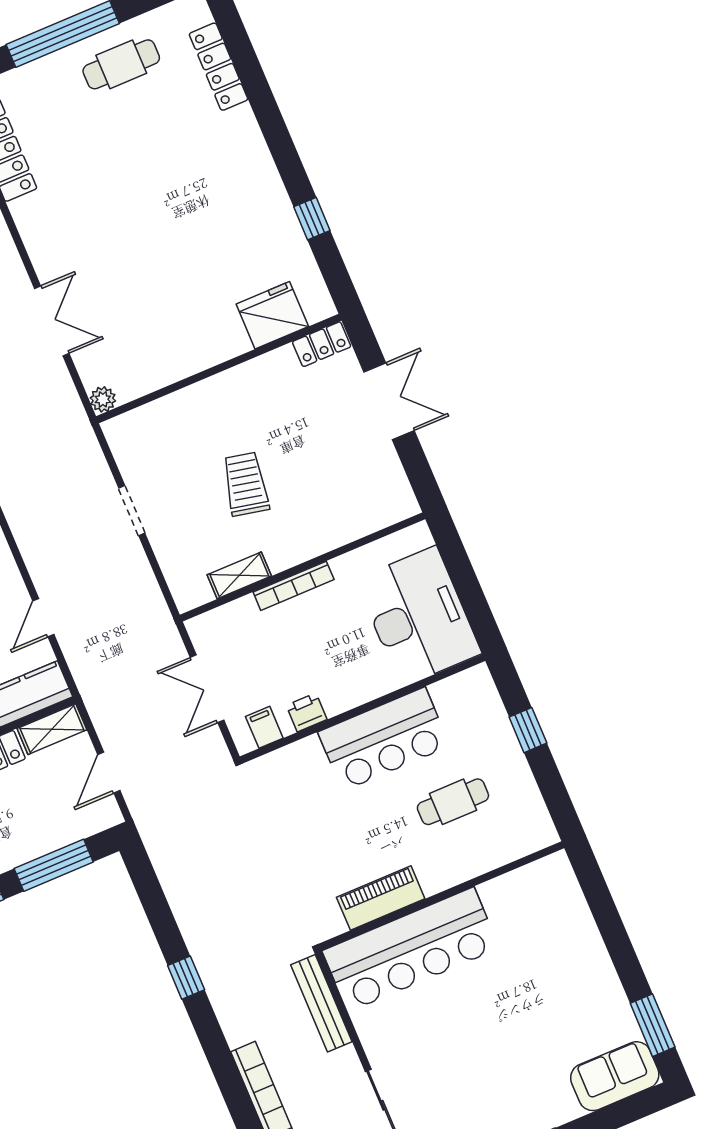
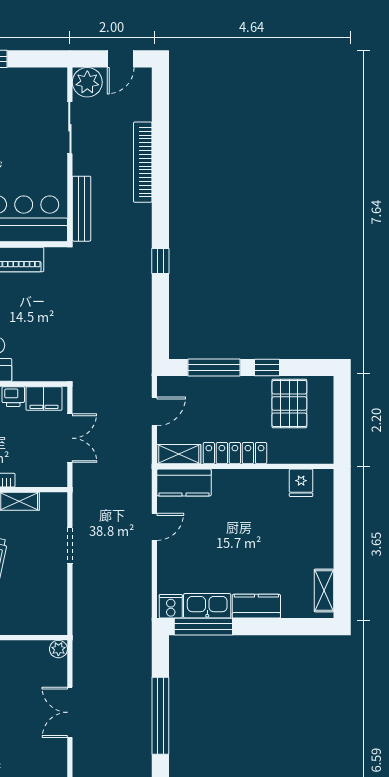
doorway: (132, 510) -> (70, 545), moved
filing cabinet: (264, 727) -> (44, 399), width x2.00

